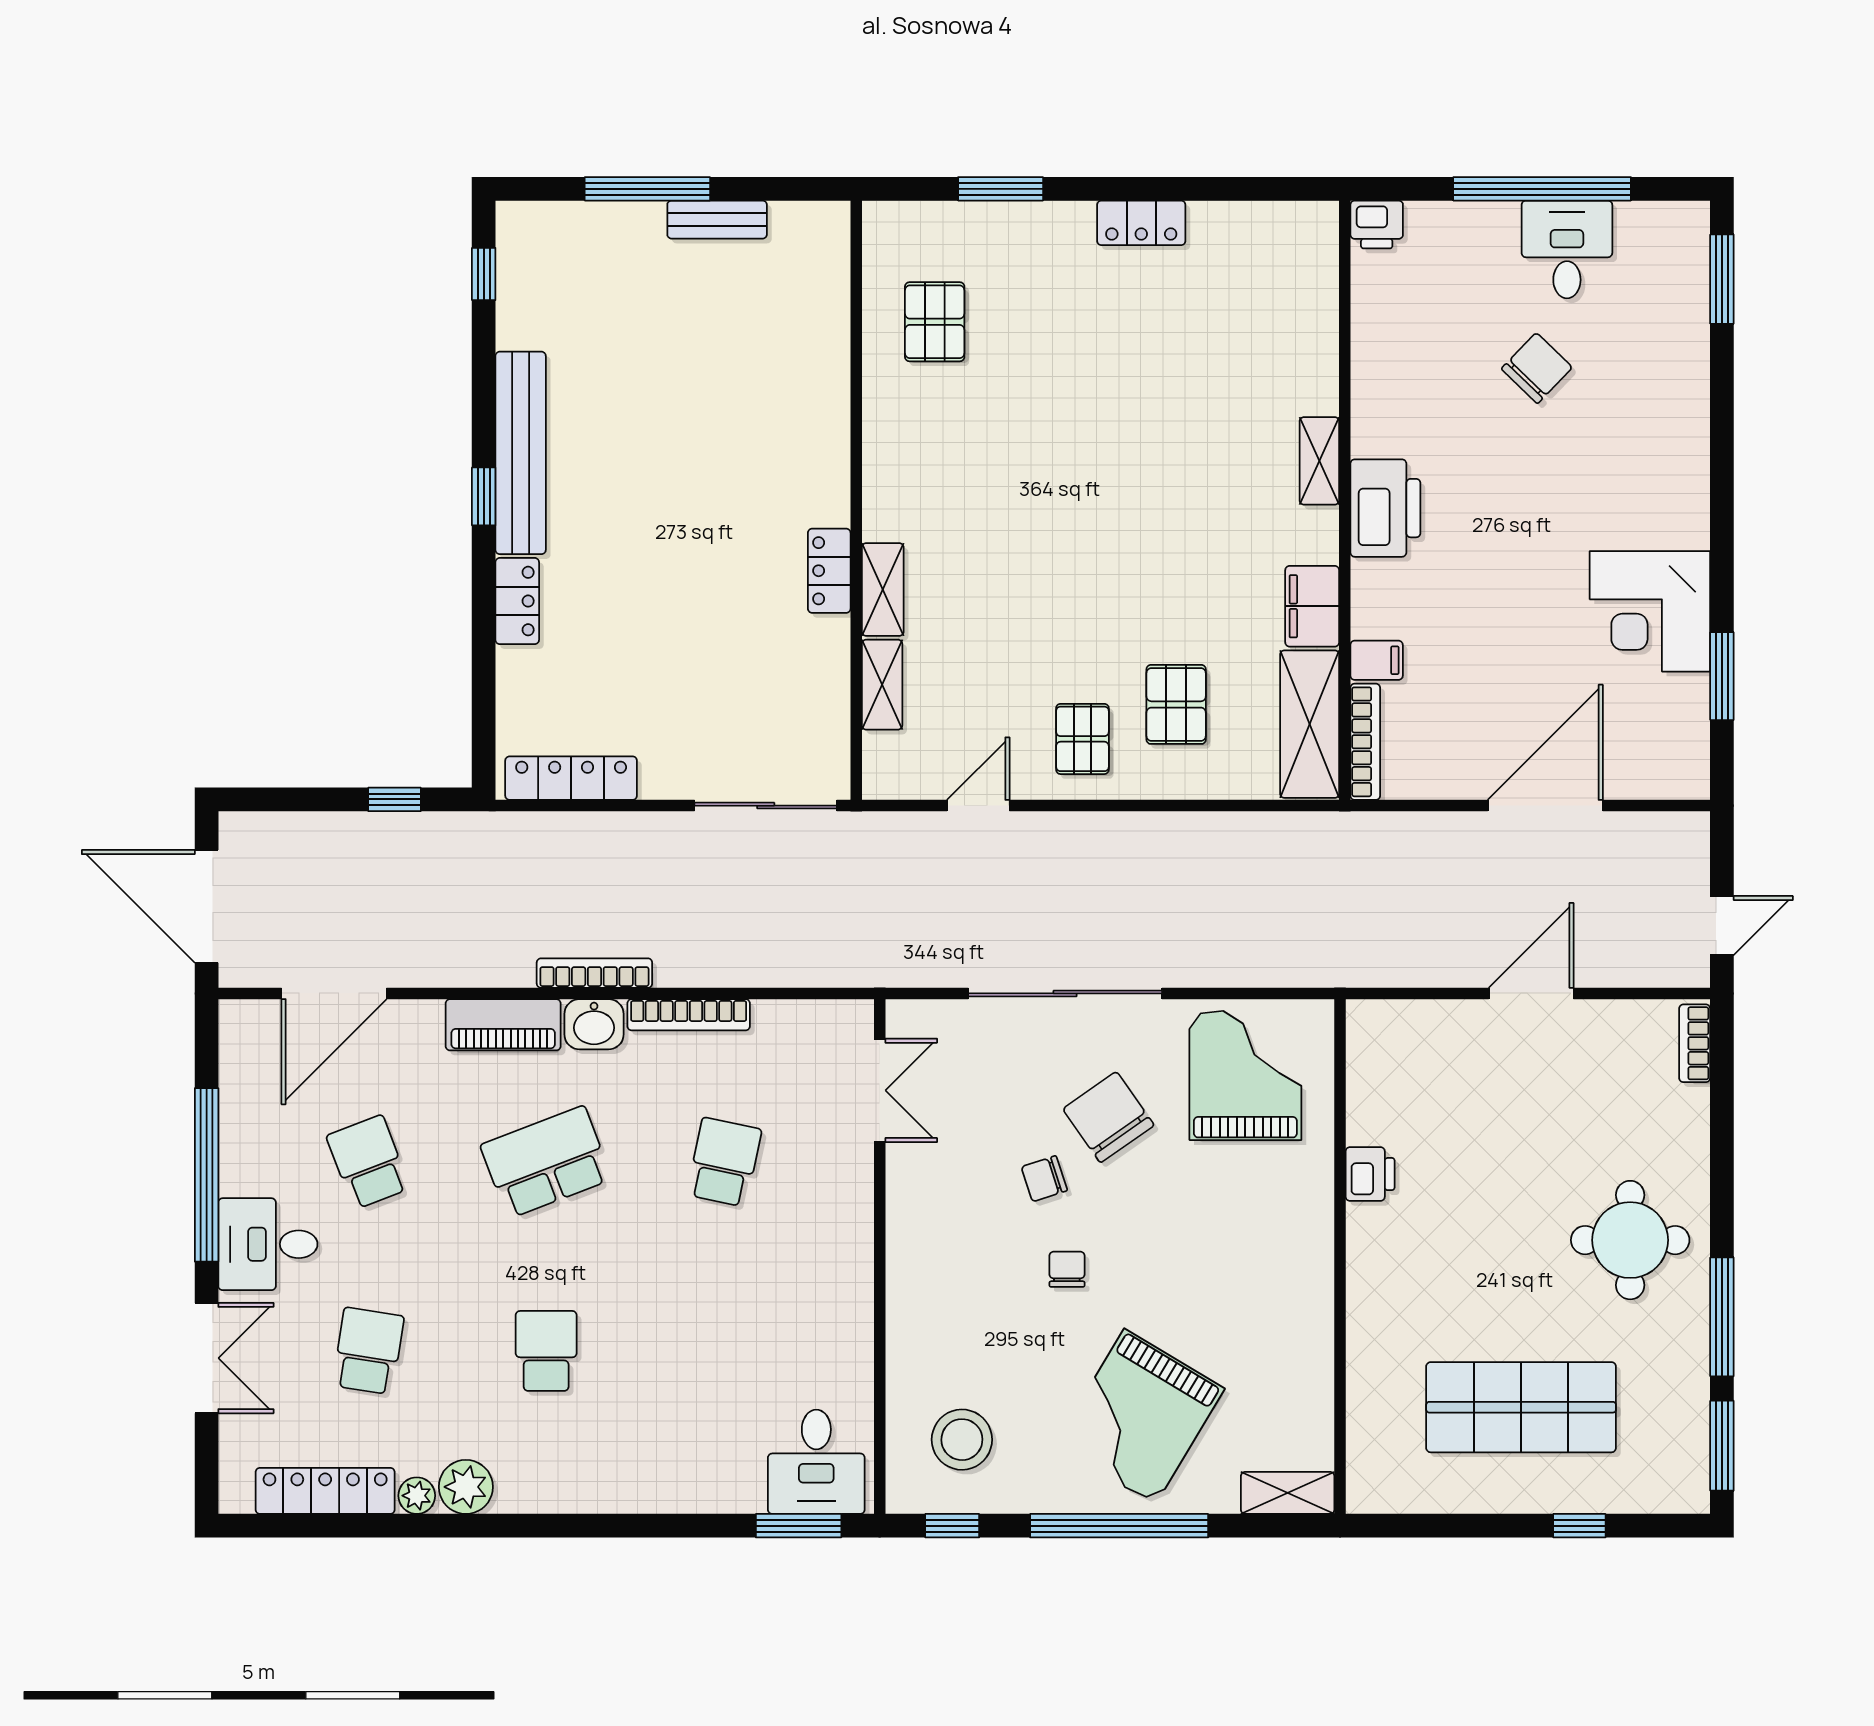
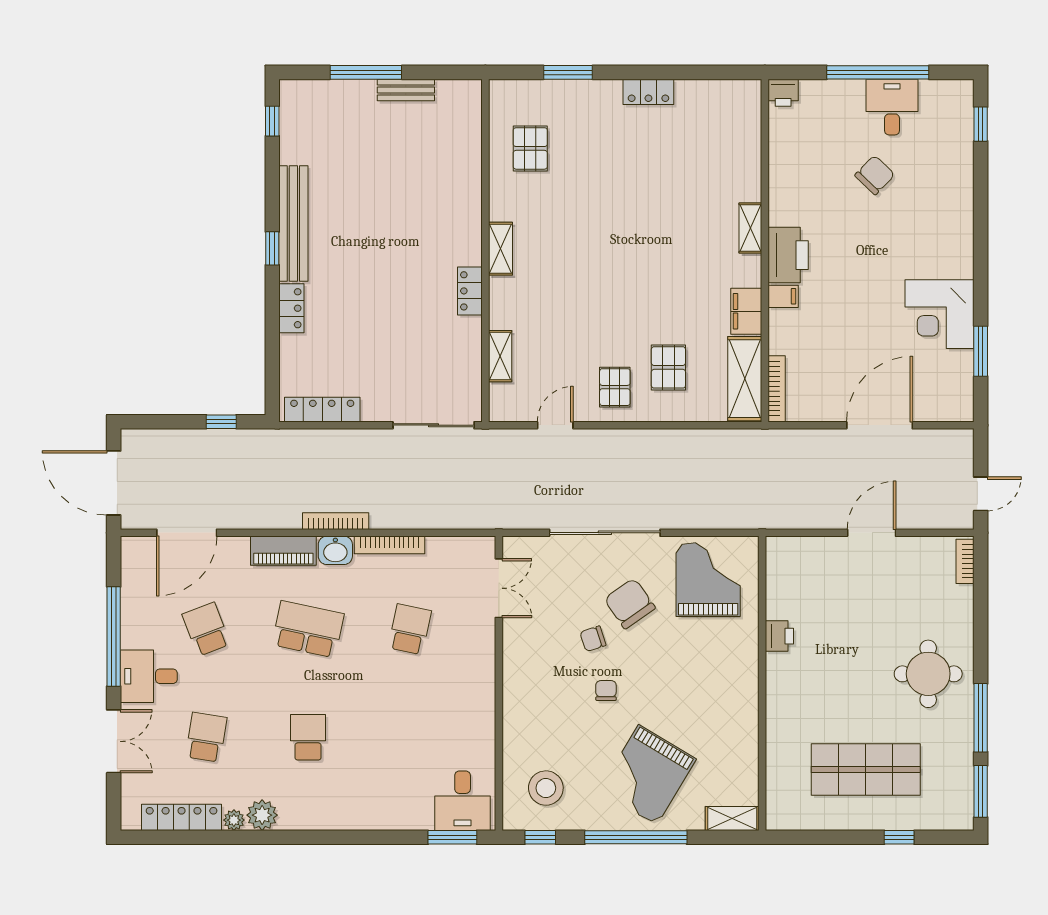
window: (1722, 279) -> (981, 124), width x0.67
shelving: (883, 590) -> (501, 249), moved
filing cabinet: (1377, 660) -> (783, 296), moved
school desk: (546, 1162) -> (308, 629), turned 33

